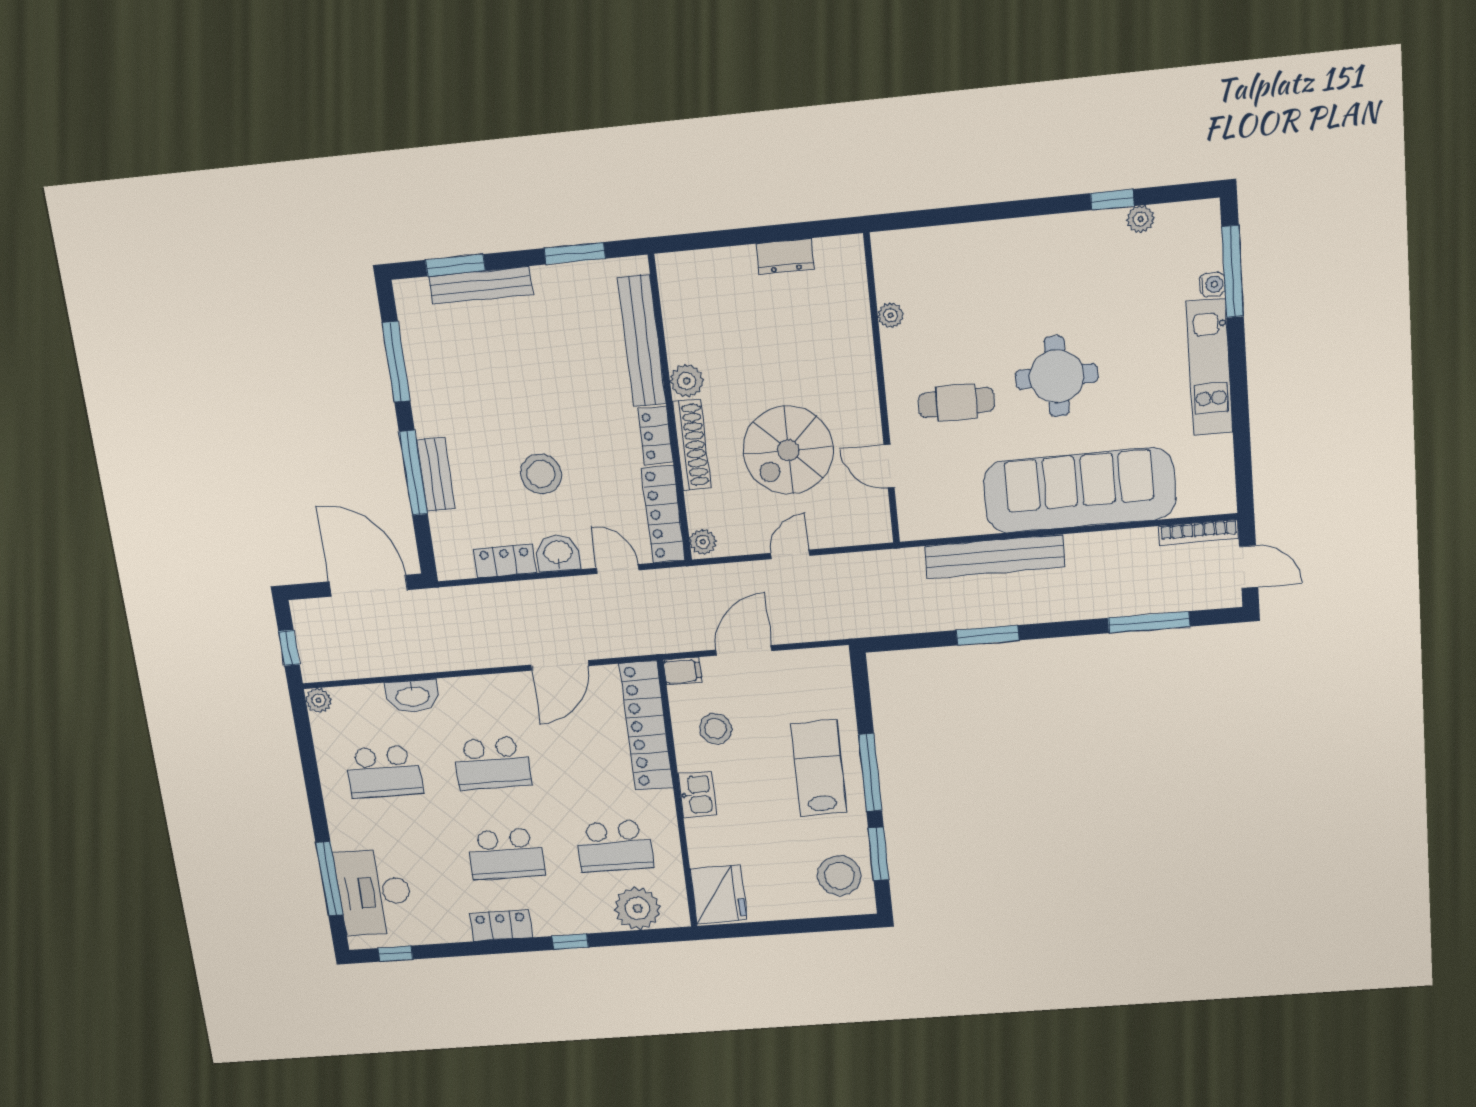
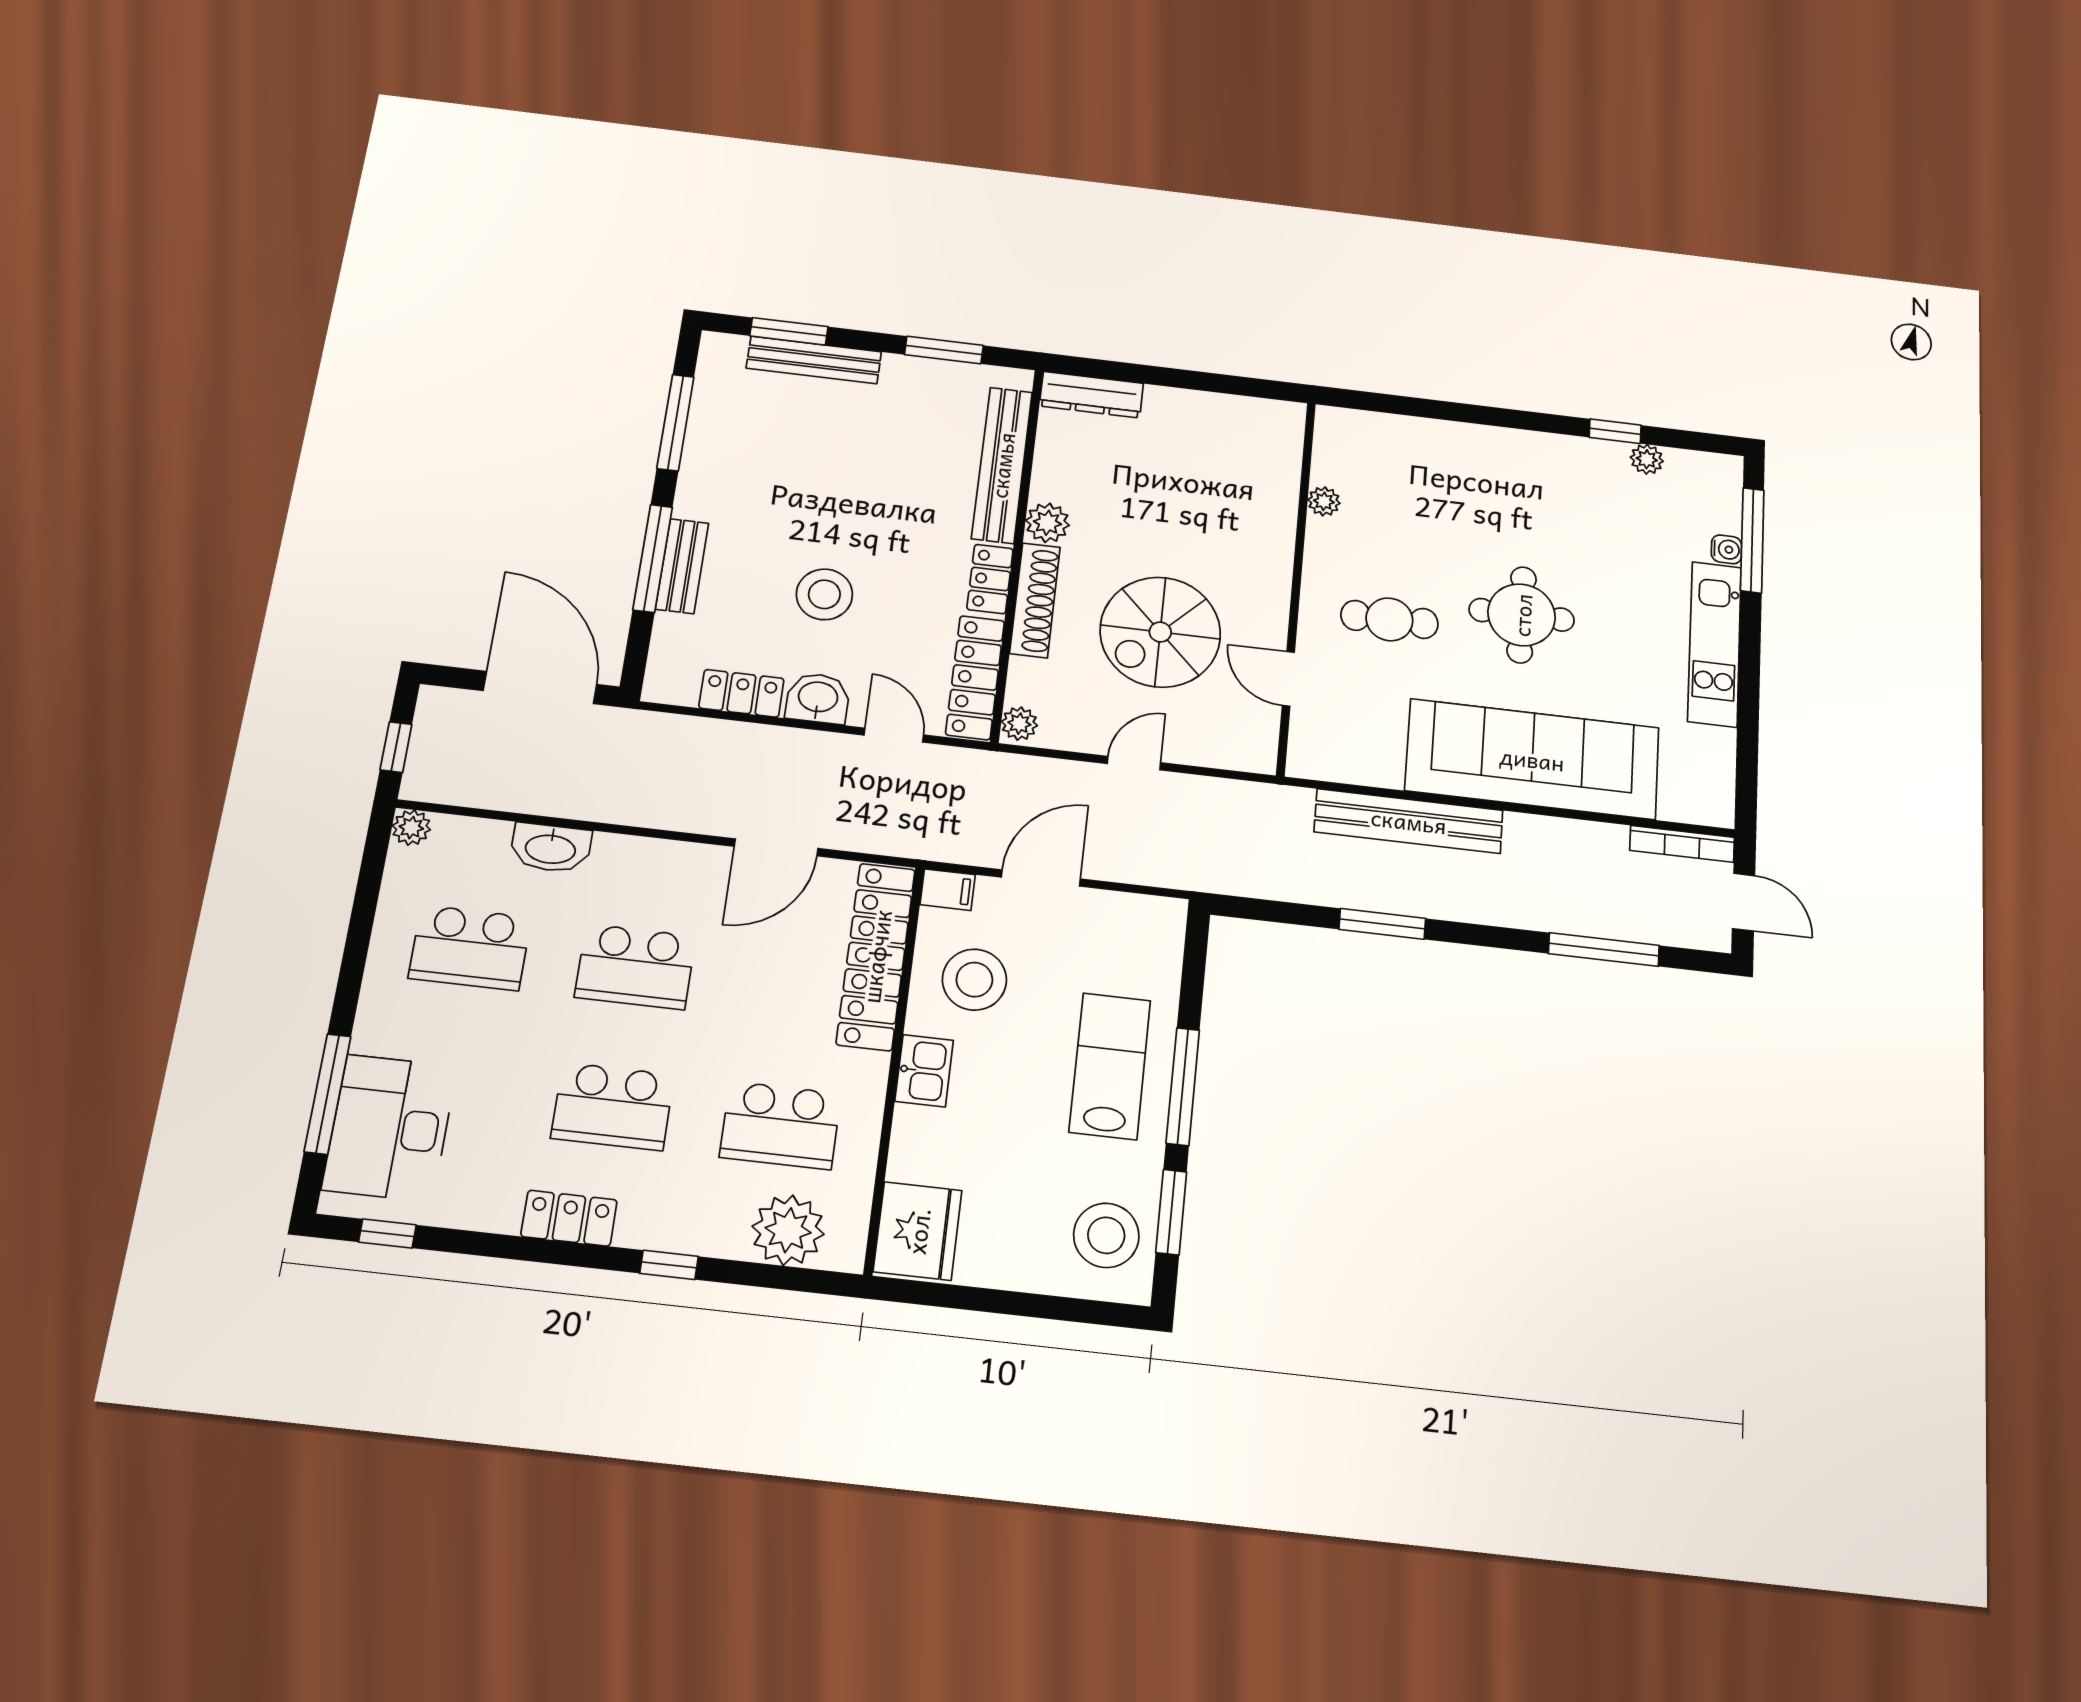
dresser: (785, 256) -> (1091, 395), moved, width x1.44
stool: (715, 729) -> (974, 980), width x1.38, depth x1.38

